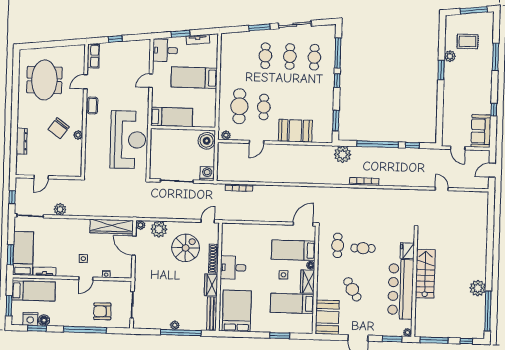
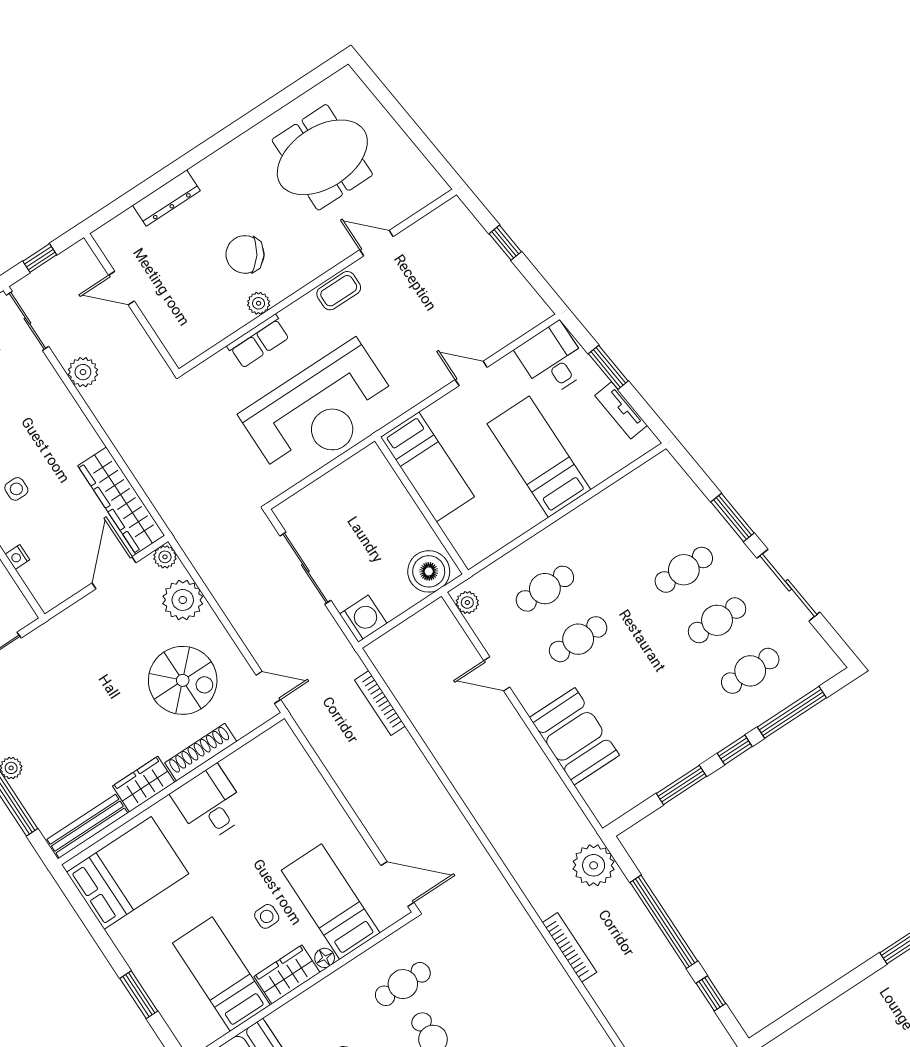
row of seats: (93, 56) -> (258, 341), moved
cafe table: (239, 106) -> (545, 589), width x0.73, depth x0.74
window: (336, 121) -> (681, 785), moved

